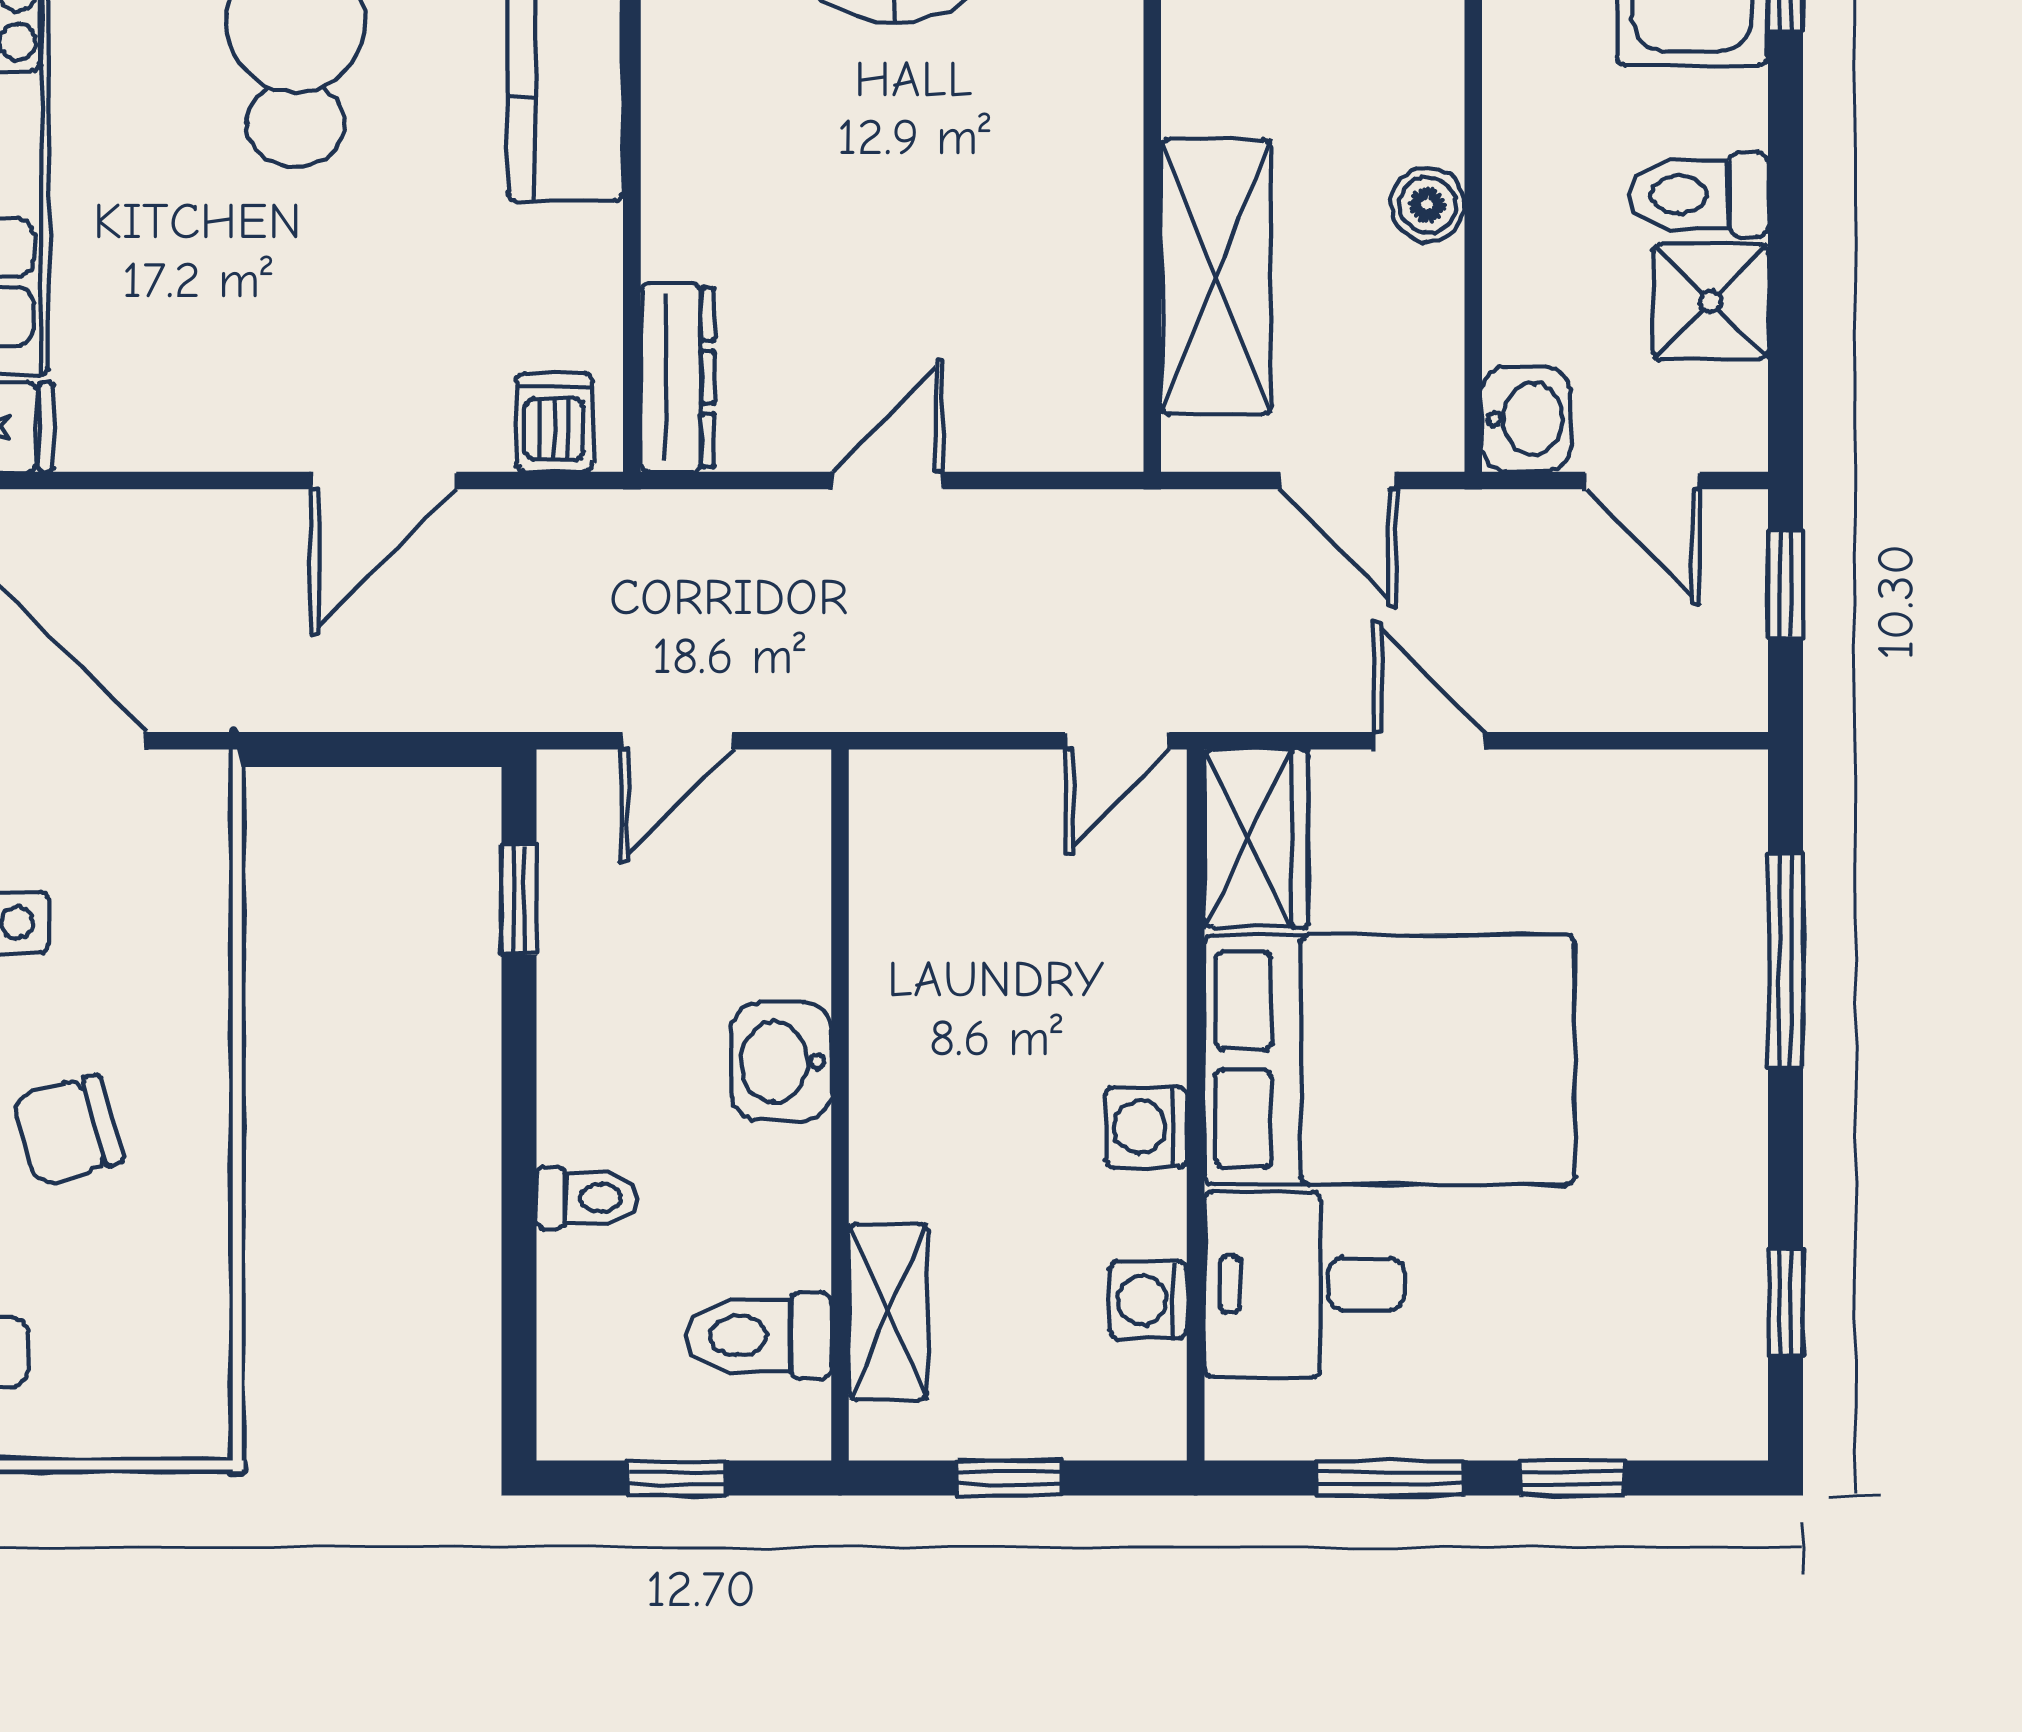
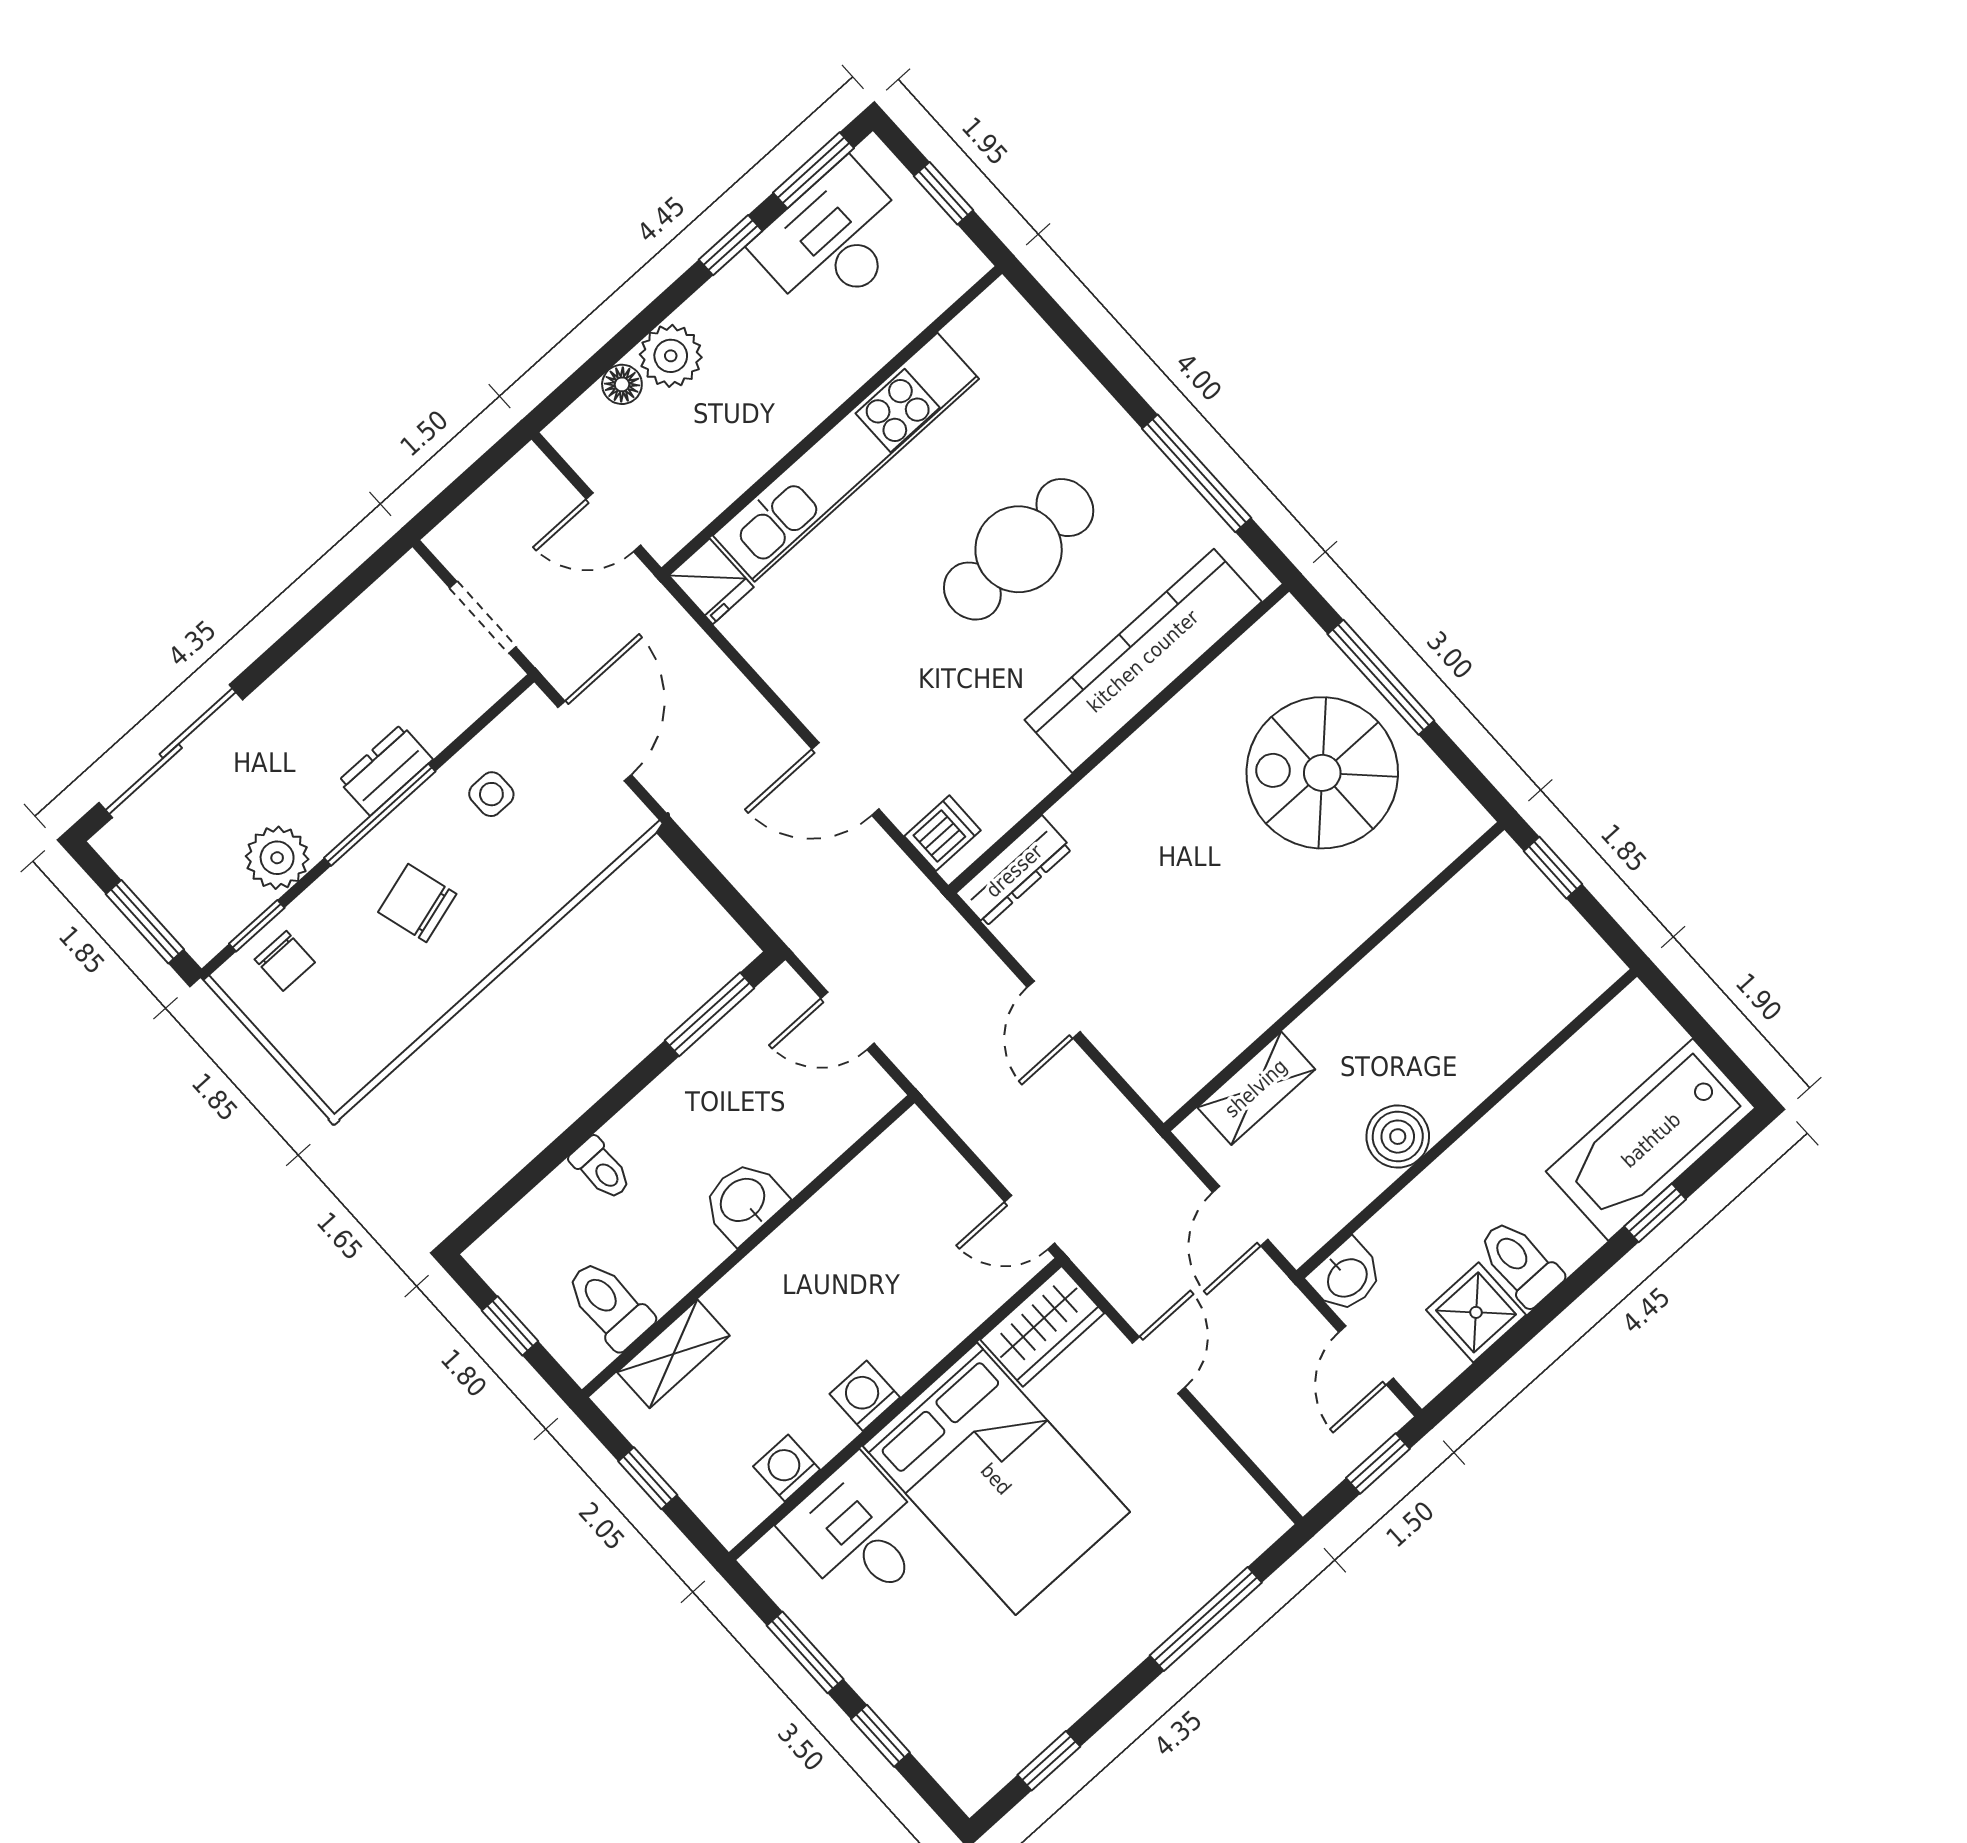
boiler: (1427, 205) -> (1398, 1137), width x1.36, depth x1.36
shelving: (1216, 277) -> (1256, 1088), width x0.67, depth x0.75
door: (887, 481) -> (1054, 1010), swing flipped
window: (519, 900) -> (710, 1014), width x1.50

